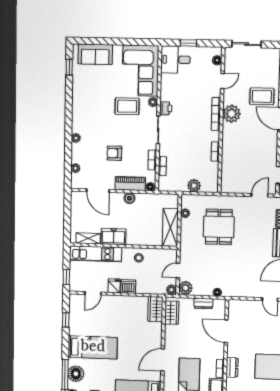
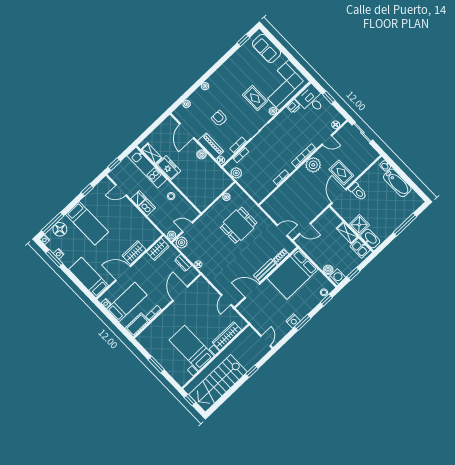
printer: (166, 108) -> (294, 107), moved
plant: (194, 186) -> (236, 173), moved
shelving: (170, 227) -> (209, 197), removed
wardrobe: (155, 309) -> (134, 253), moved
dresser: (232, 367) -> (162, 320), removed

